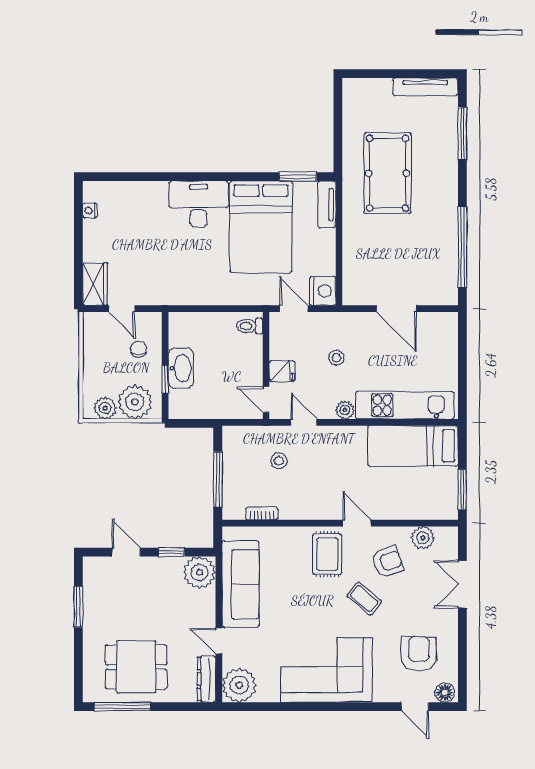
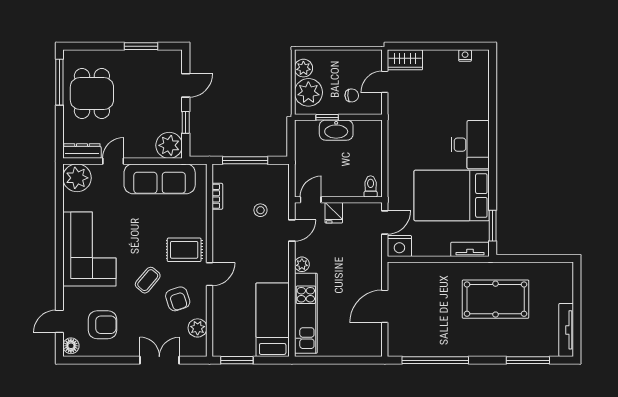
stool: (336, 358) -> (345, 257), removed

